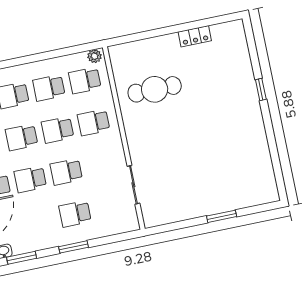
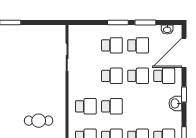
cafe table: (155, 89) -> (39, 121), width x0.73, depth x0.74
school desk: (22, 137) -> (138, 45), moved
window: (22, 258) -> (145, 22), moved

